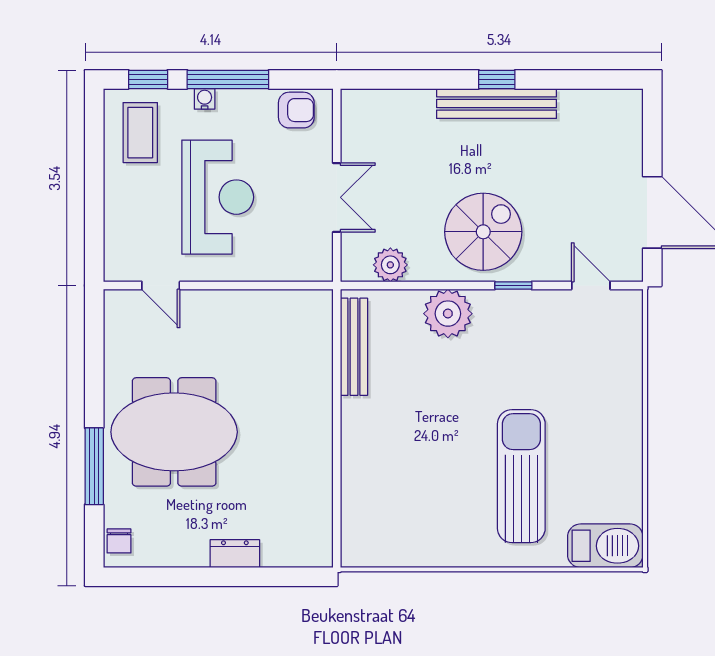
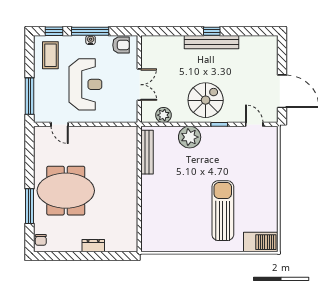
water cooler: (205, 99) -> (91, 40), moved
window: (94, 223) -> (30, 96), added

